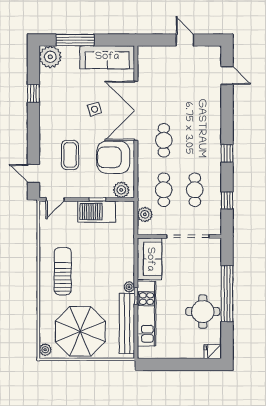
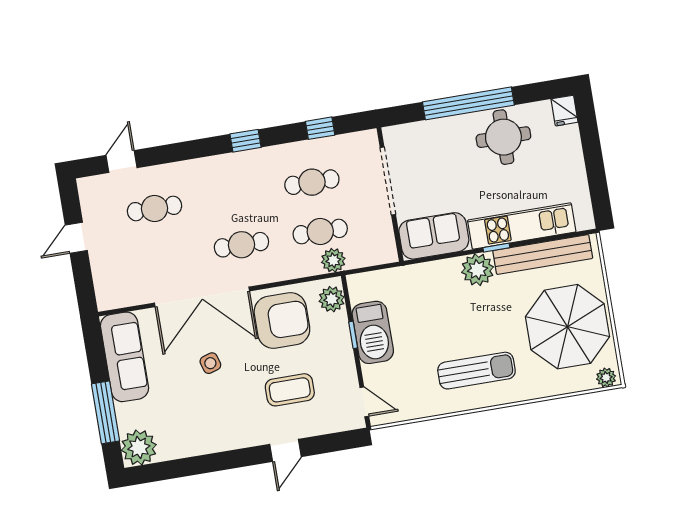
cafe table: (195, 91) -> (155, 208), added
window: (33, 93) -> (202, 464), removed
armchair: (113, 157) -> (282, 320), turned -90
door: (33, 173) -> (286, 450), moved
plant: (145, 214) -> (333, 260), moved
sun lounger: (63, 271) -> (476, 371), turned 180
plant: (129, 287) -> (478, 270), width x1.88, depth x1.88

